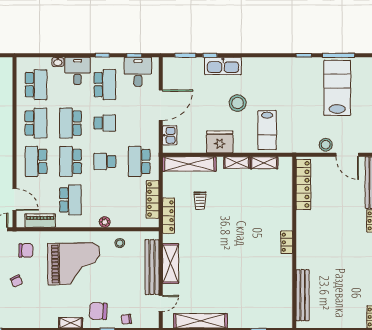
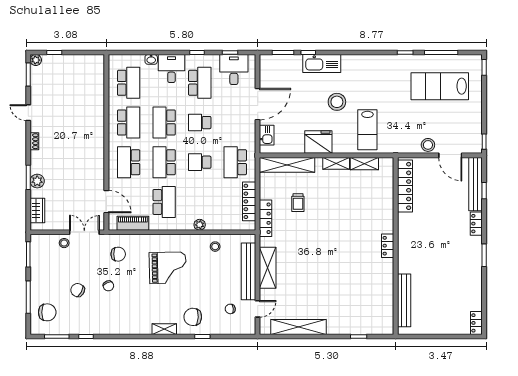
lab bench: (337, 88) -> (440, 86), turned -90
school desk: (105, 123) -> (200, 123), turned 180
grand piano: (74, 264) -> (168, 268), width x0.73, depth x0.68
chair: (126, 319) -> (230, 309), moved

